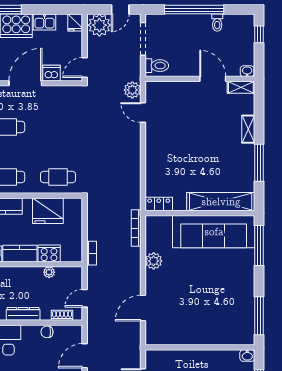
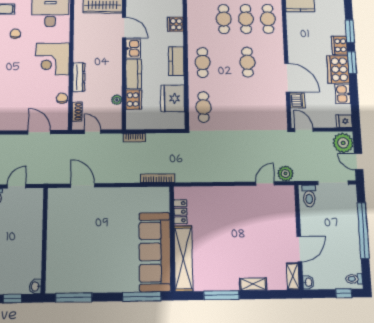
toilet: (217, 23) -> (354, 279), moved
locker: (159, 204) -> (180, 212), moved
plant: (154, 261) -> (127, 195), removed

